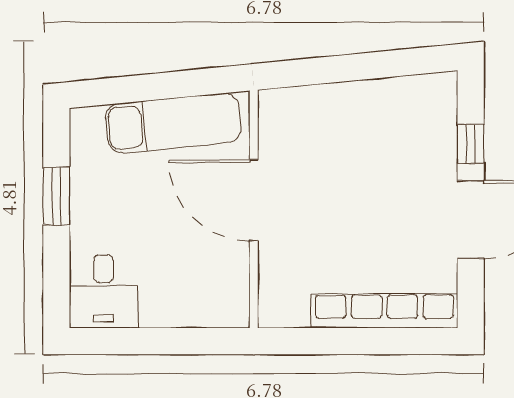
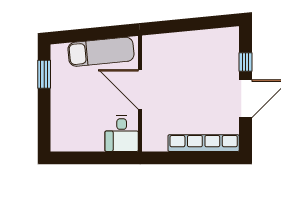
window: (56, 196) -> (44, 74), moved
desk: (103, 291) -> (122, 134), moved

